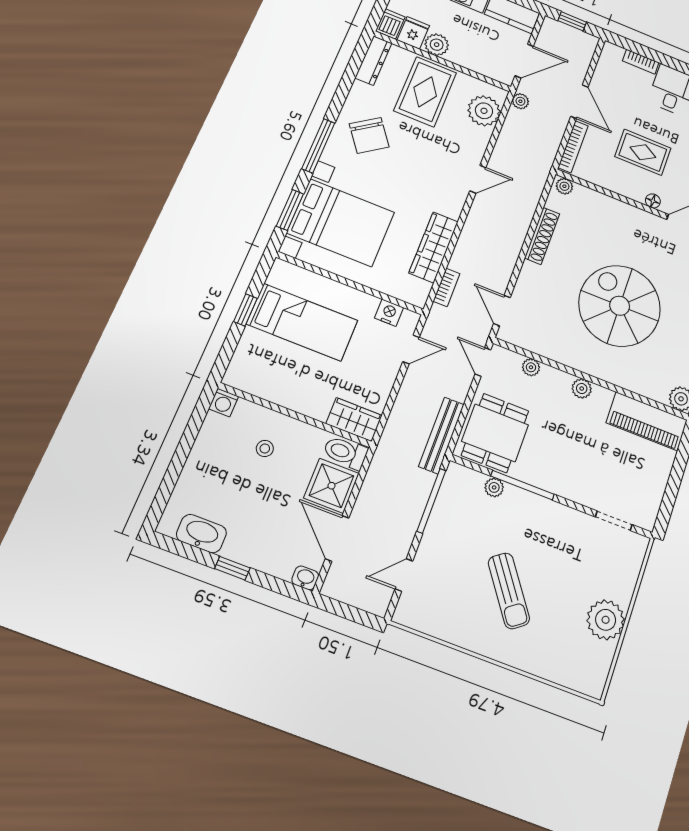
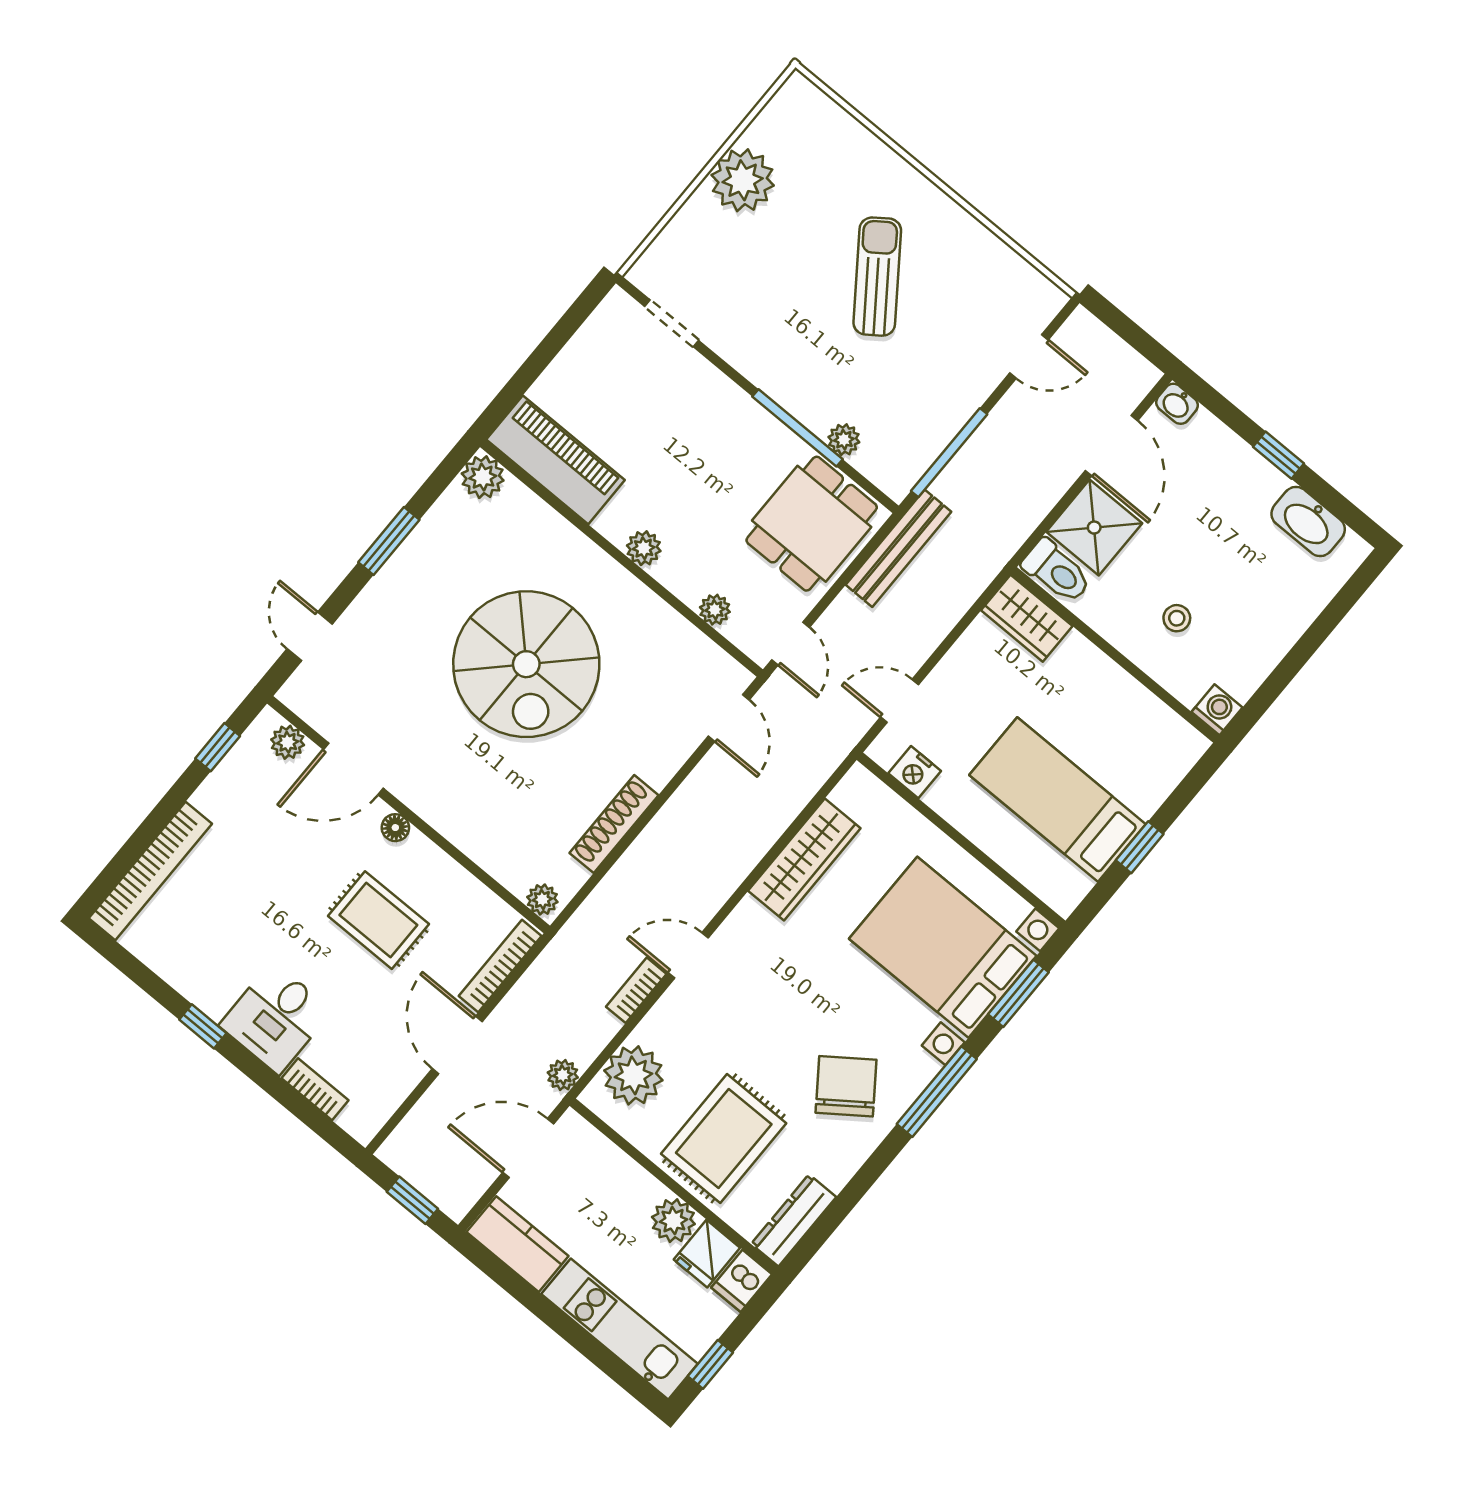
bookcase: (447, 287) -> (636, 990), moved

